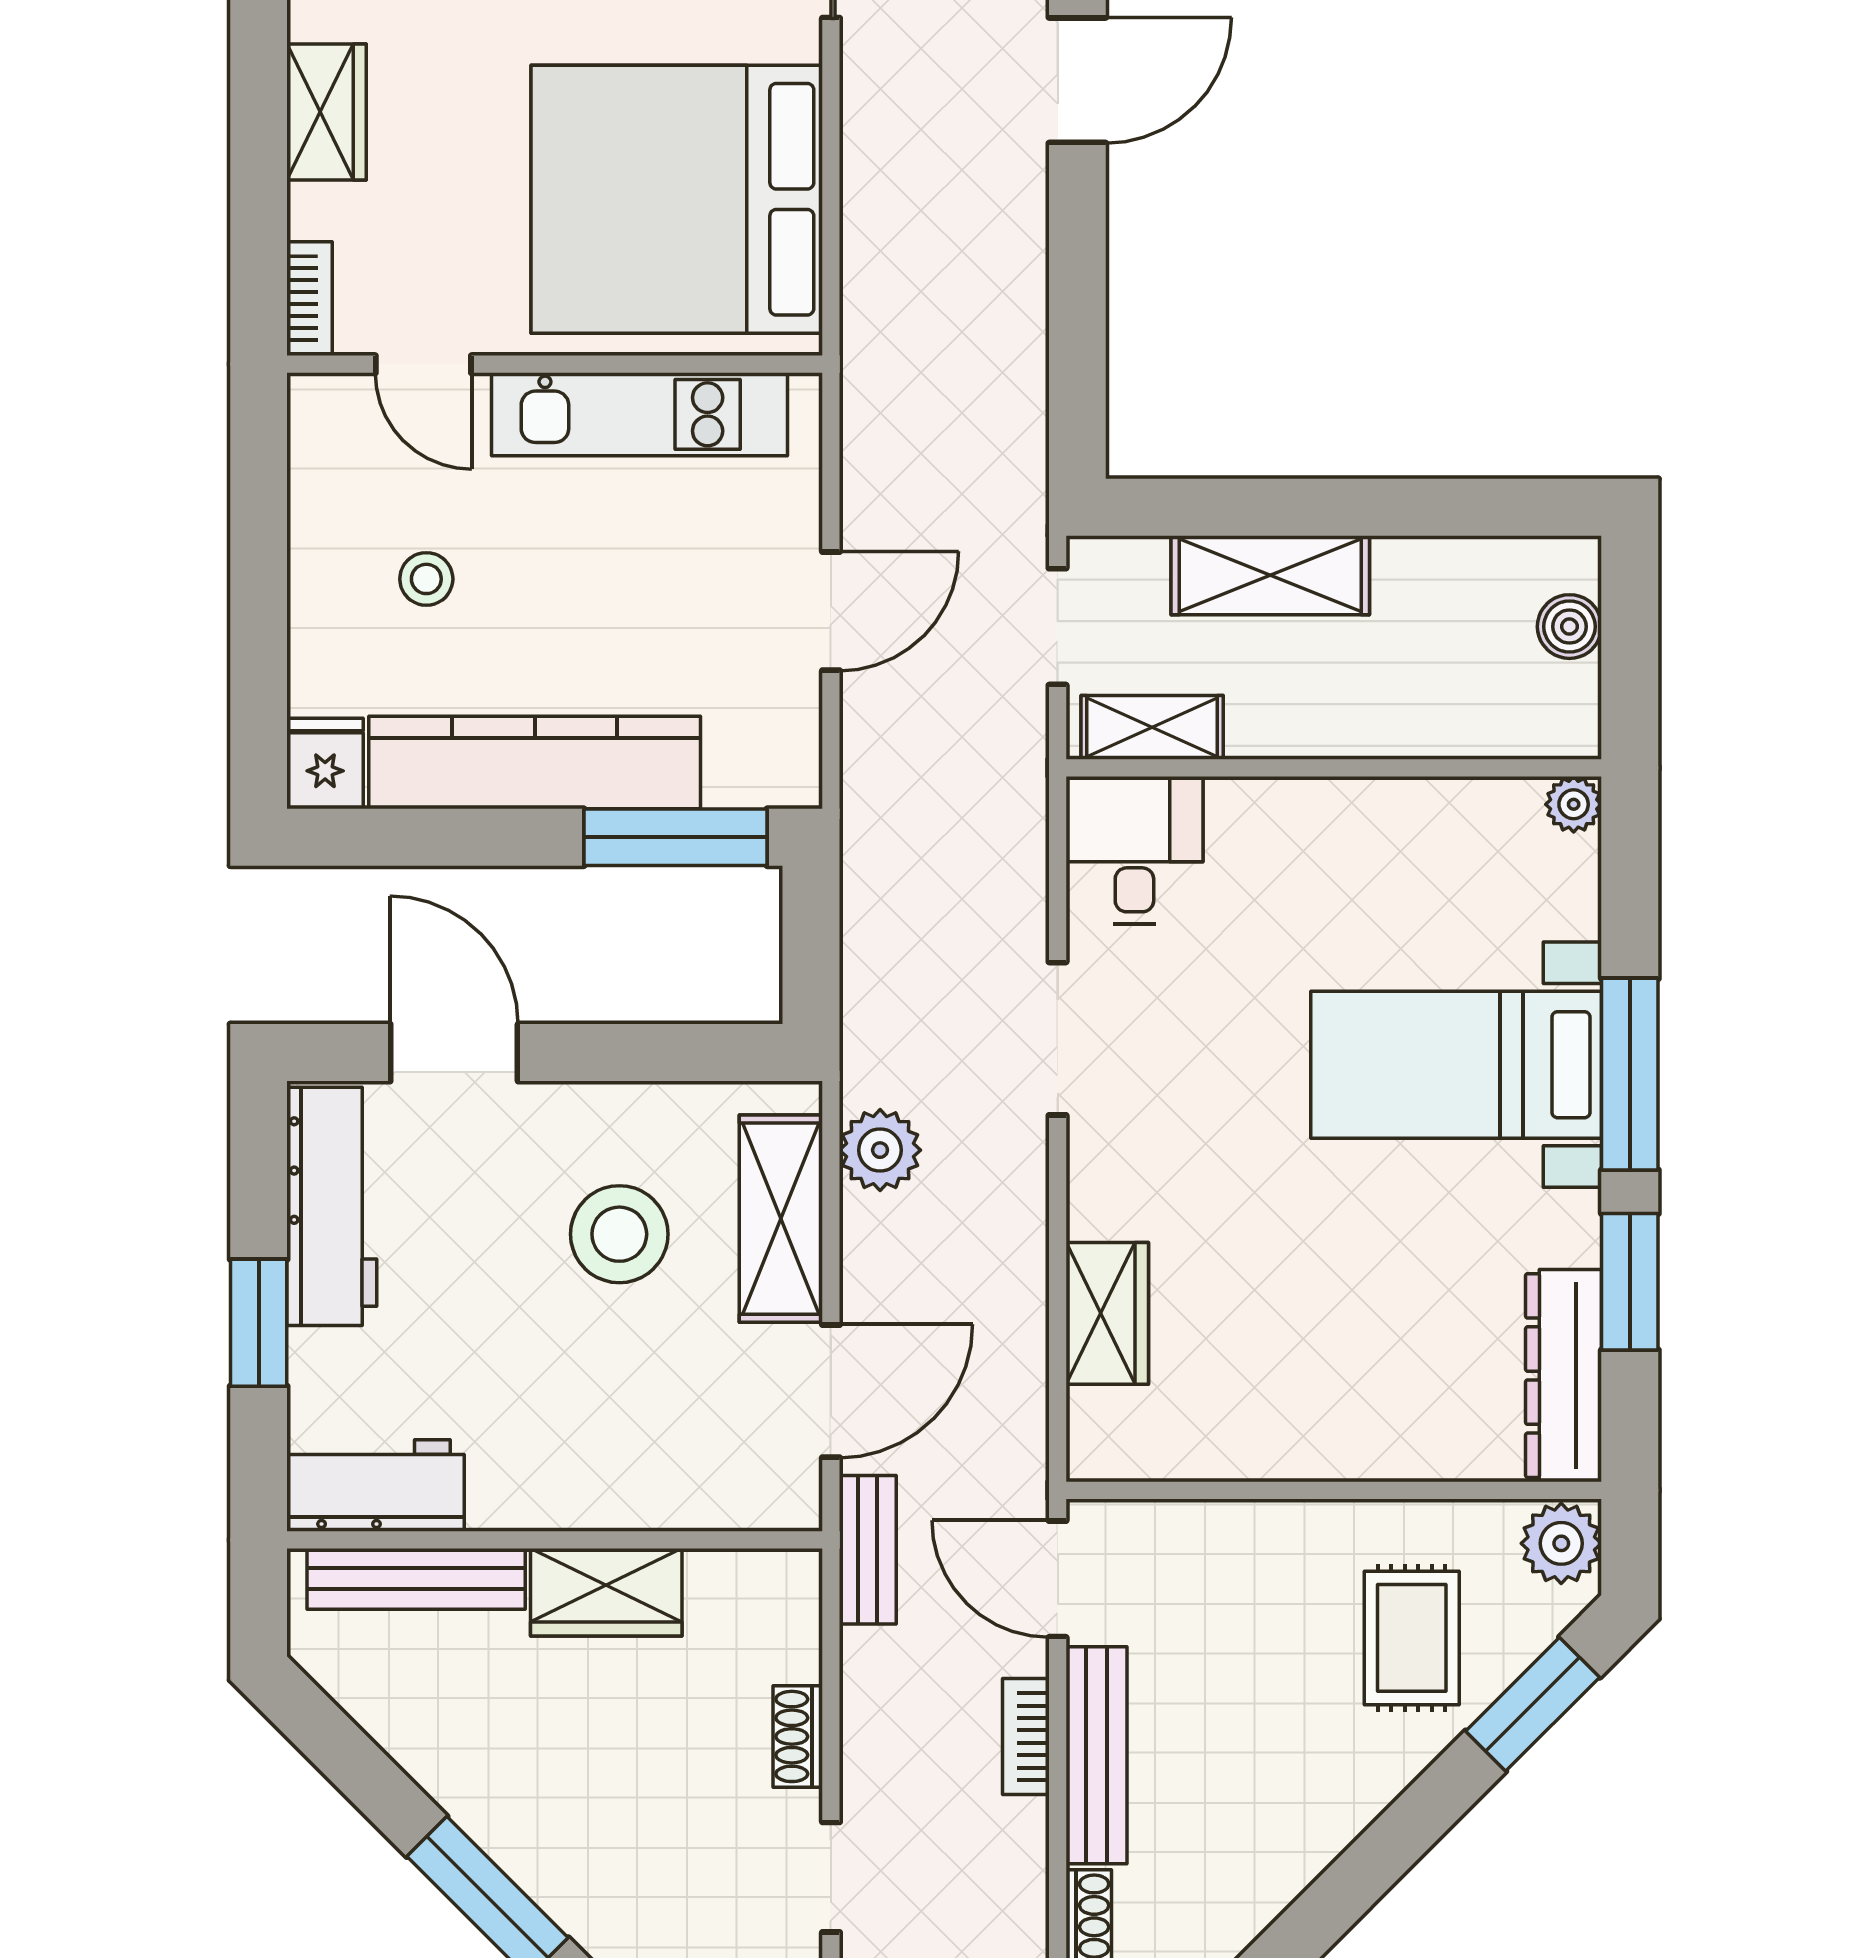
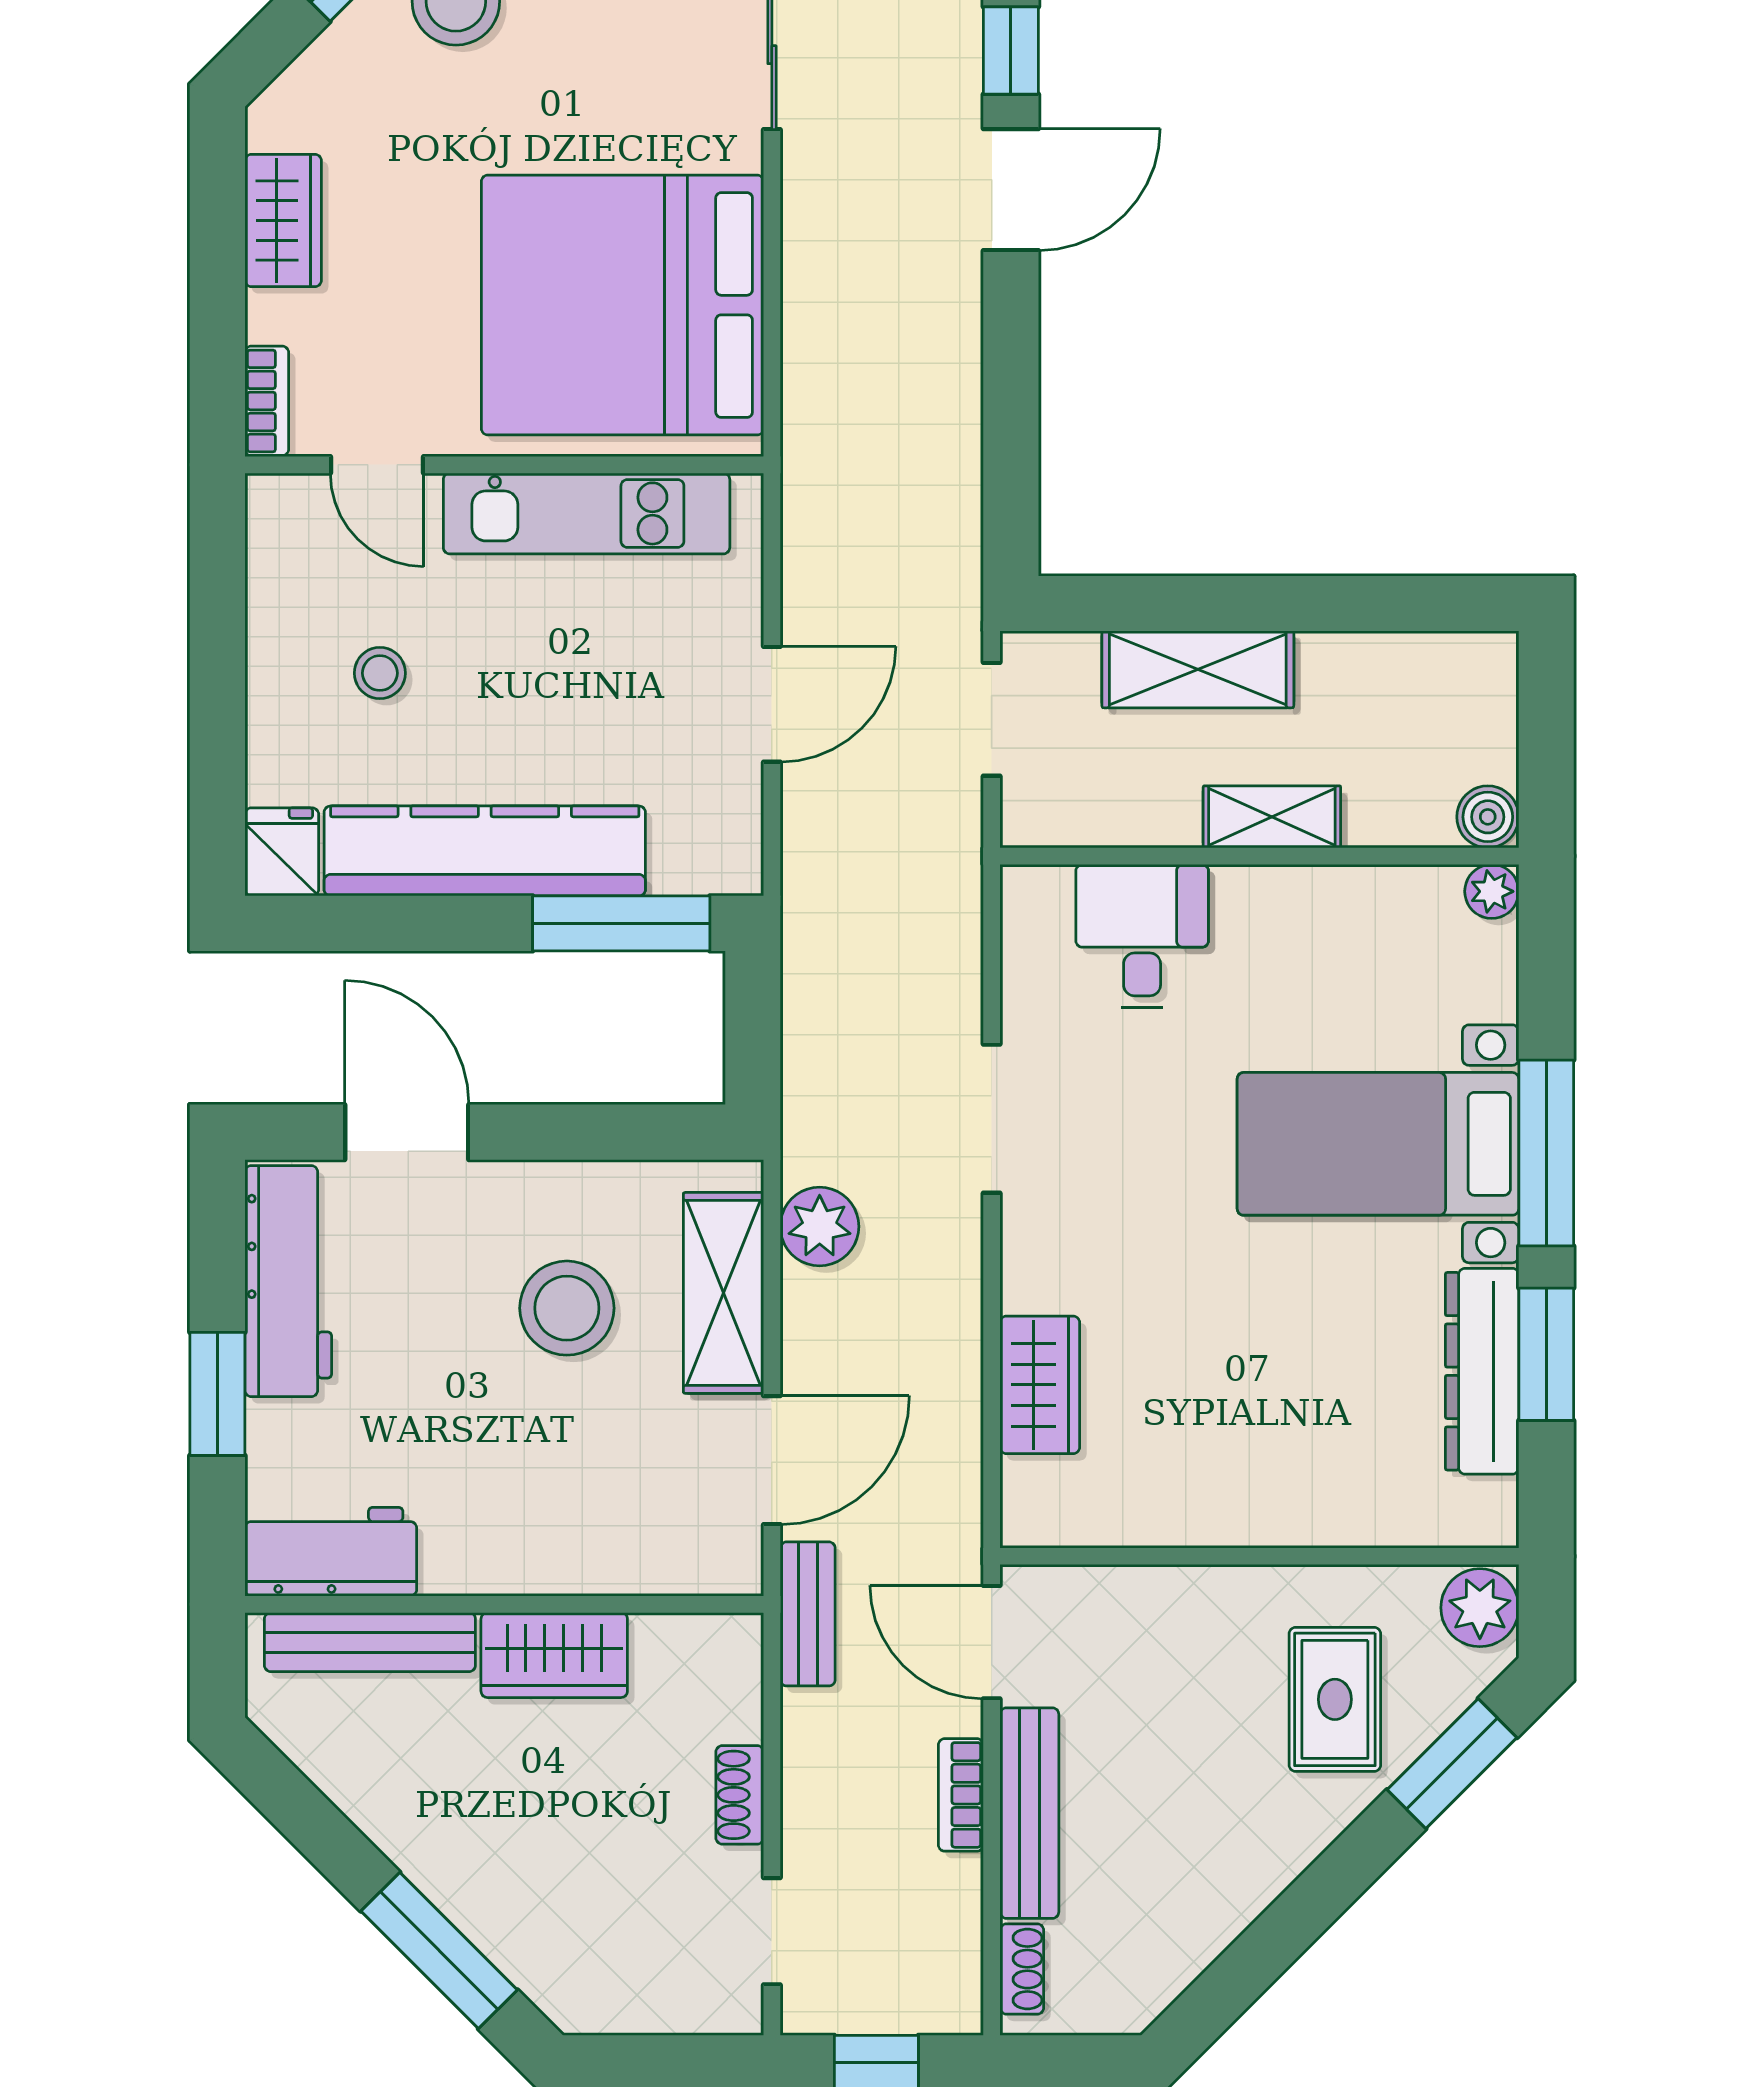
boiler: (1569, 627) -> (1488, 817), moved
shelving: (1152, 727) -> (1272, 817), moved
desk: (1134, 850) -> (1142, 936), moved
dresser: (1564, 1376) -> (1482, 1371), moved

